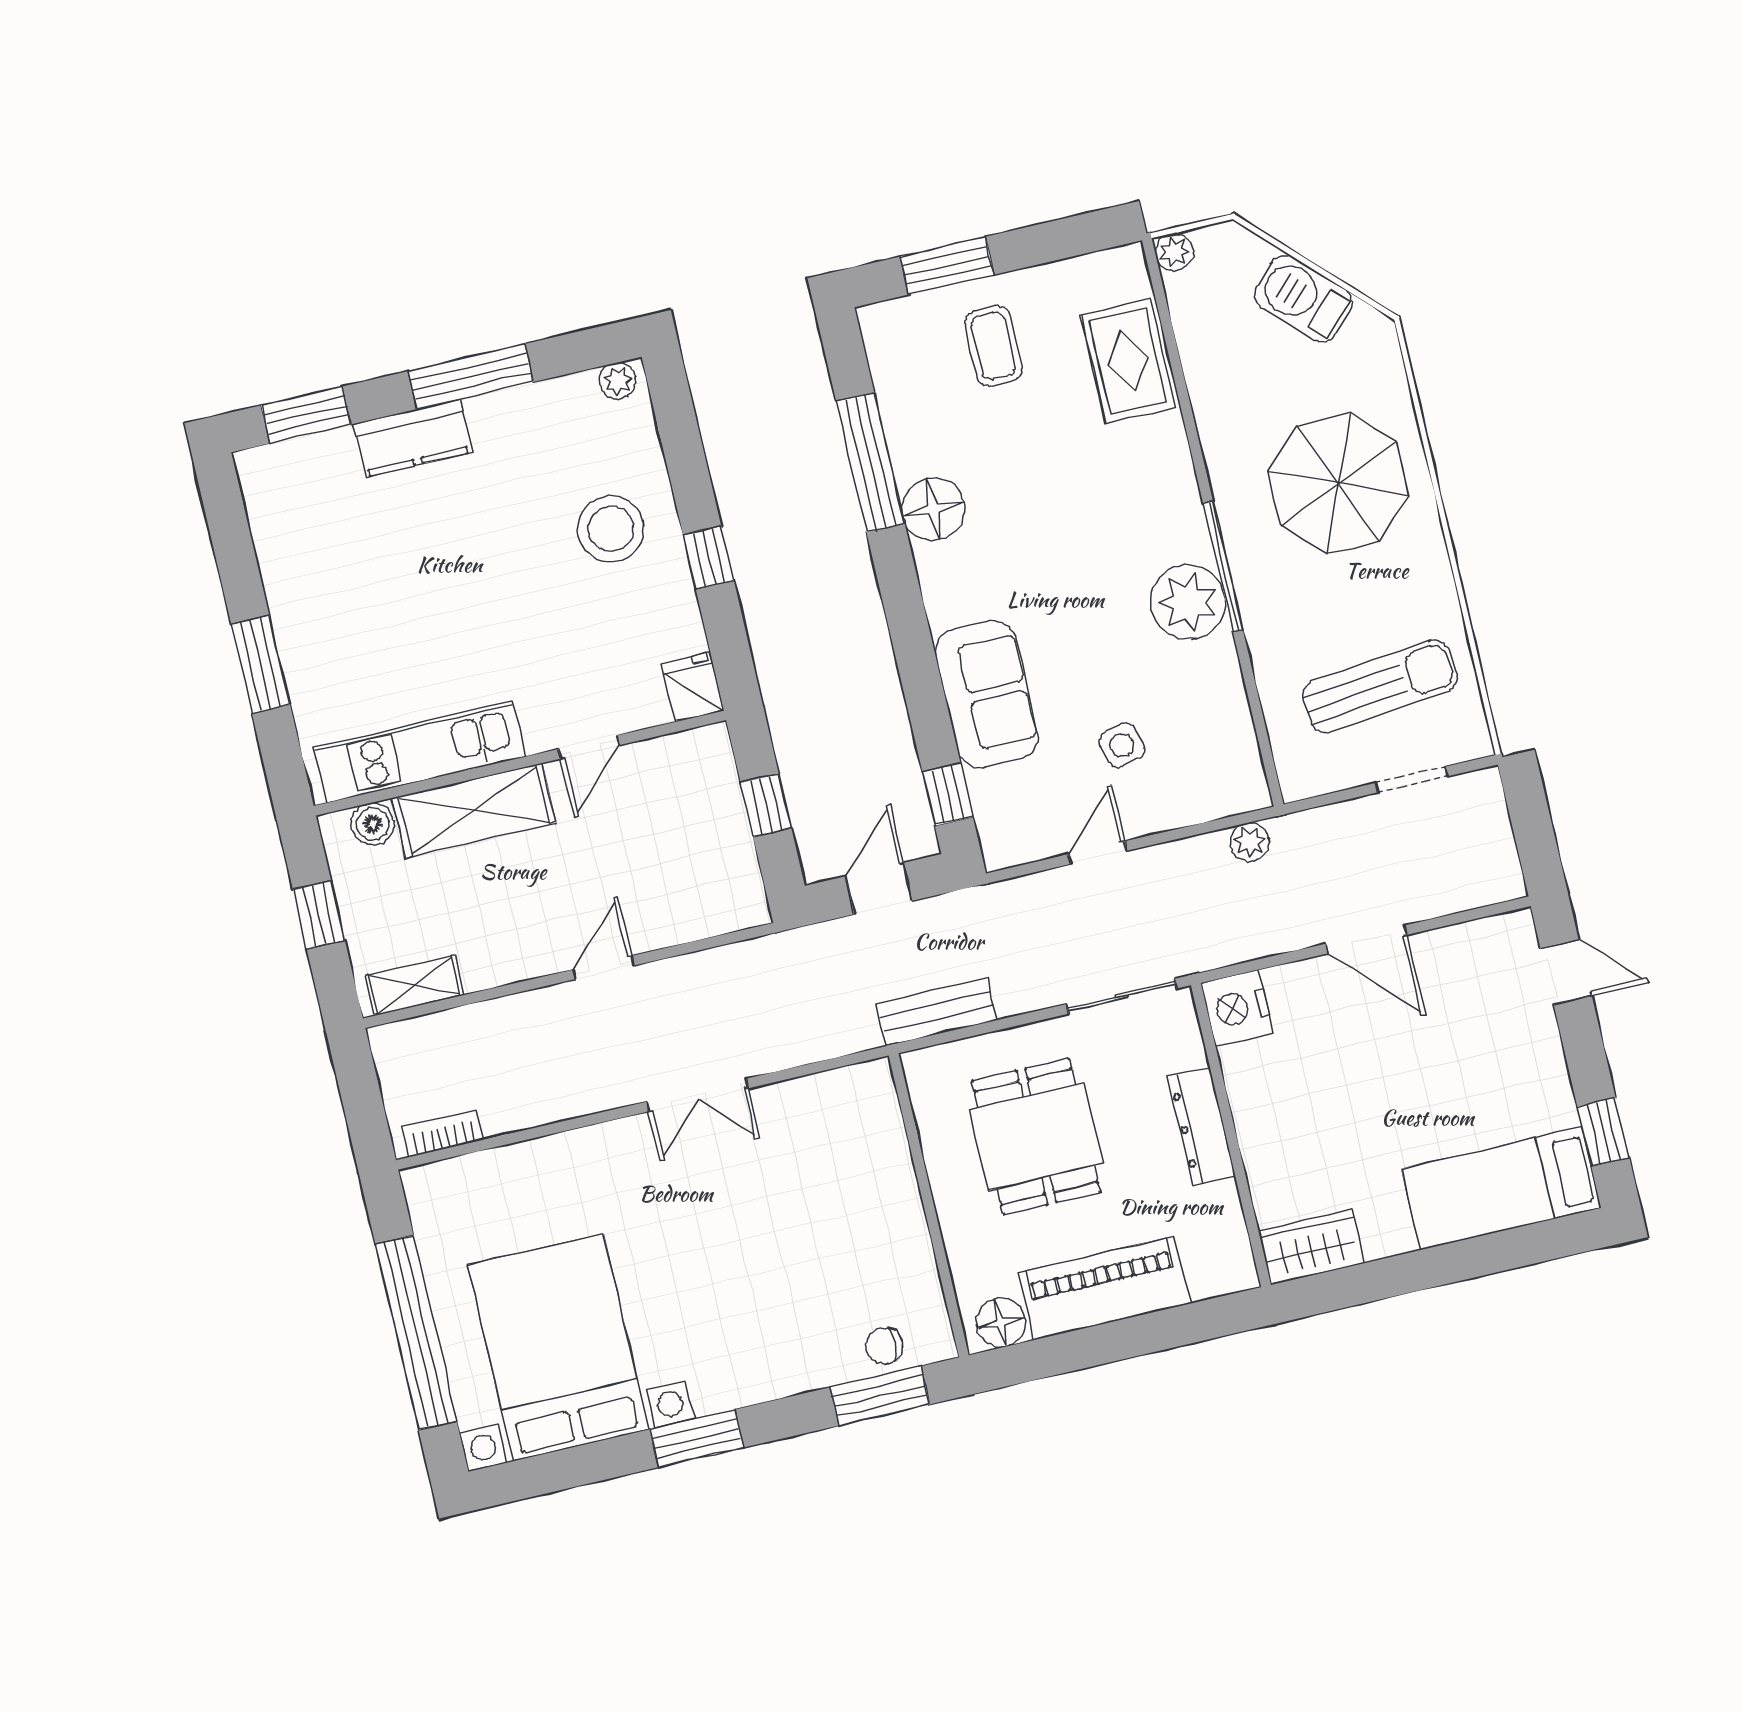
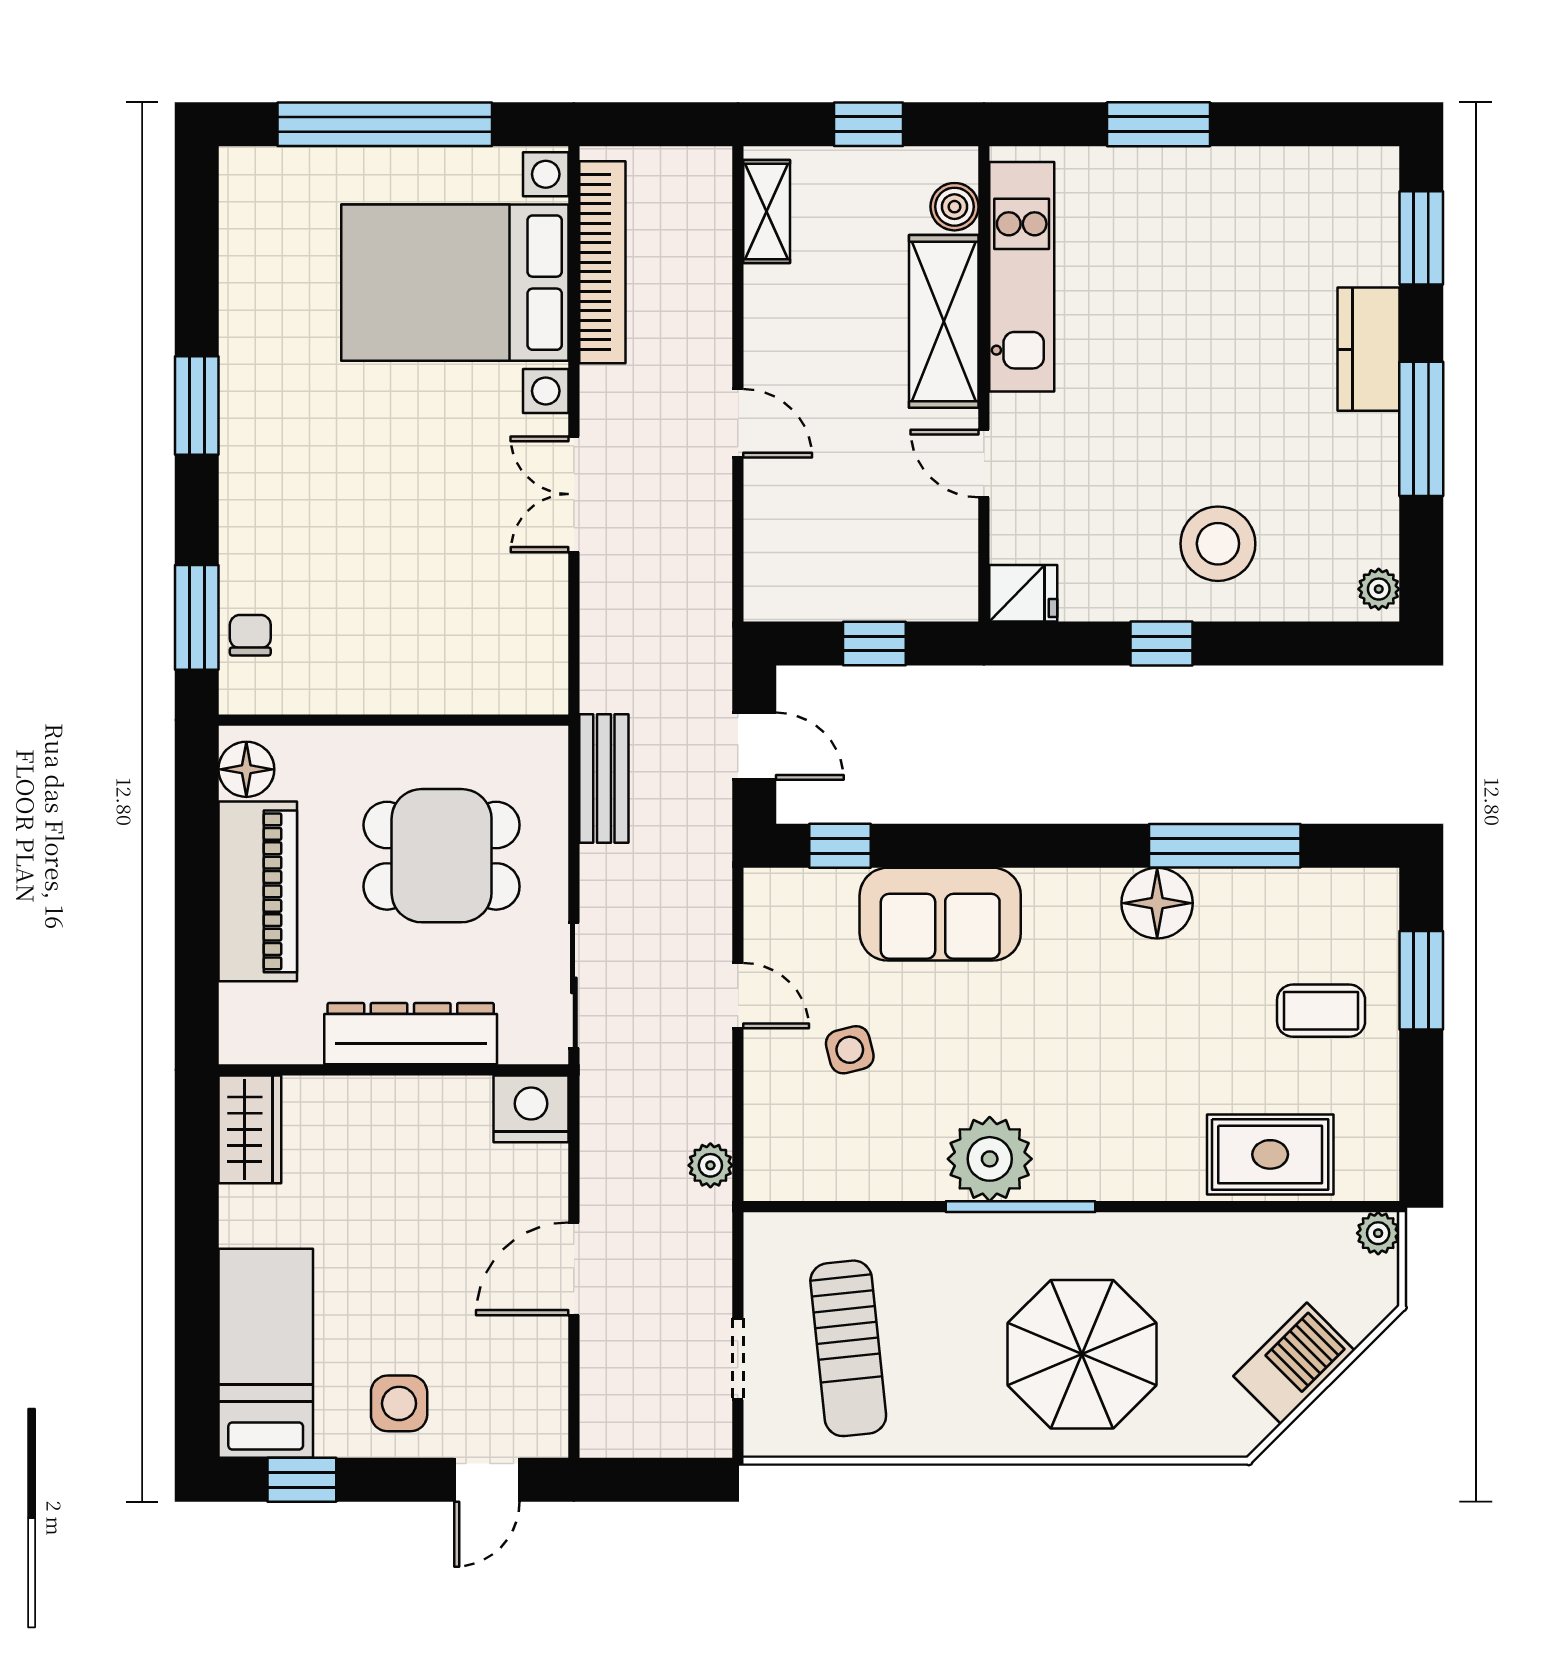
side table: (1518, 1063) -> (399, 1403), added
dresser: (1201, 1126) -> (411, 1034), width x1.37, depth x1.24
bookcase: (443, 1133) -> (602, 262), width x2.31, depth x1.31
bed with nightstands: (558, 1347) -> (455, 283), moved, turned 180

